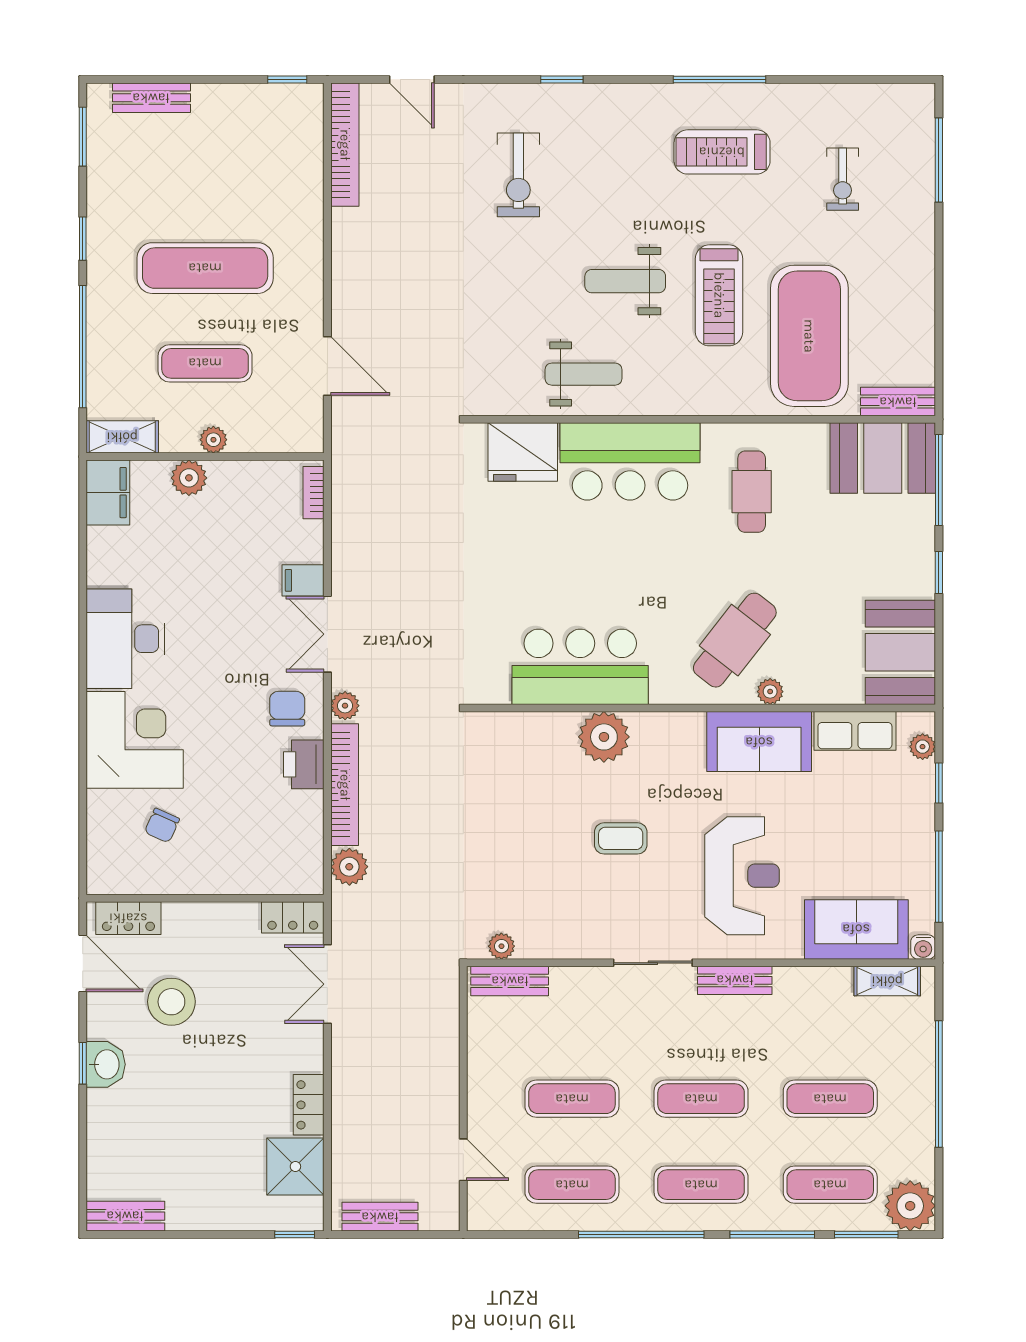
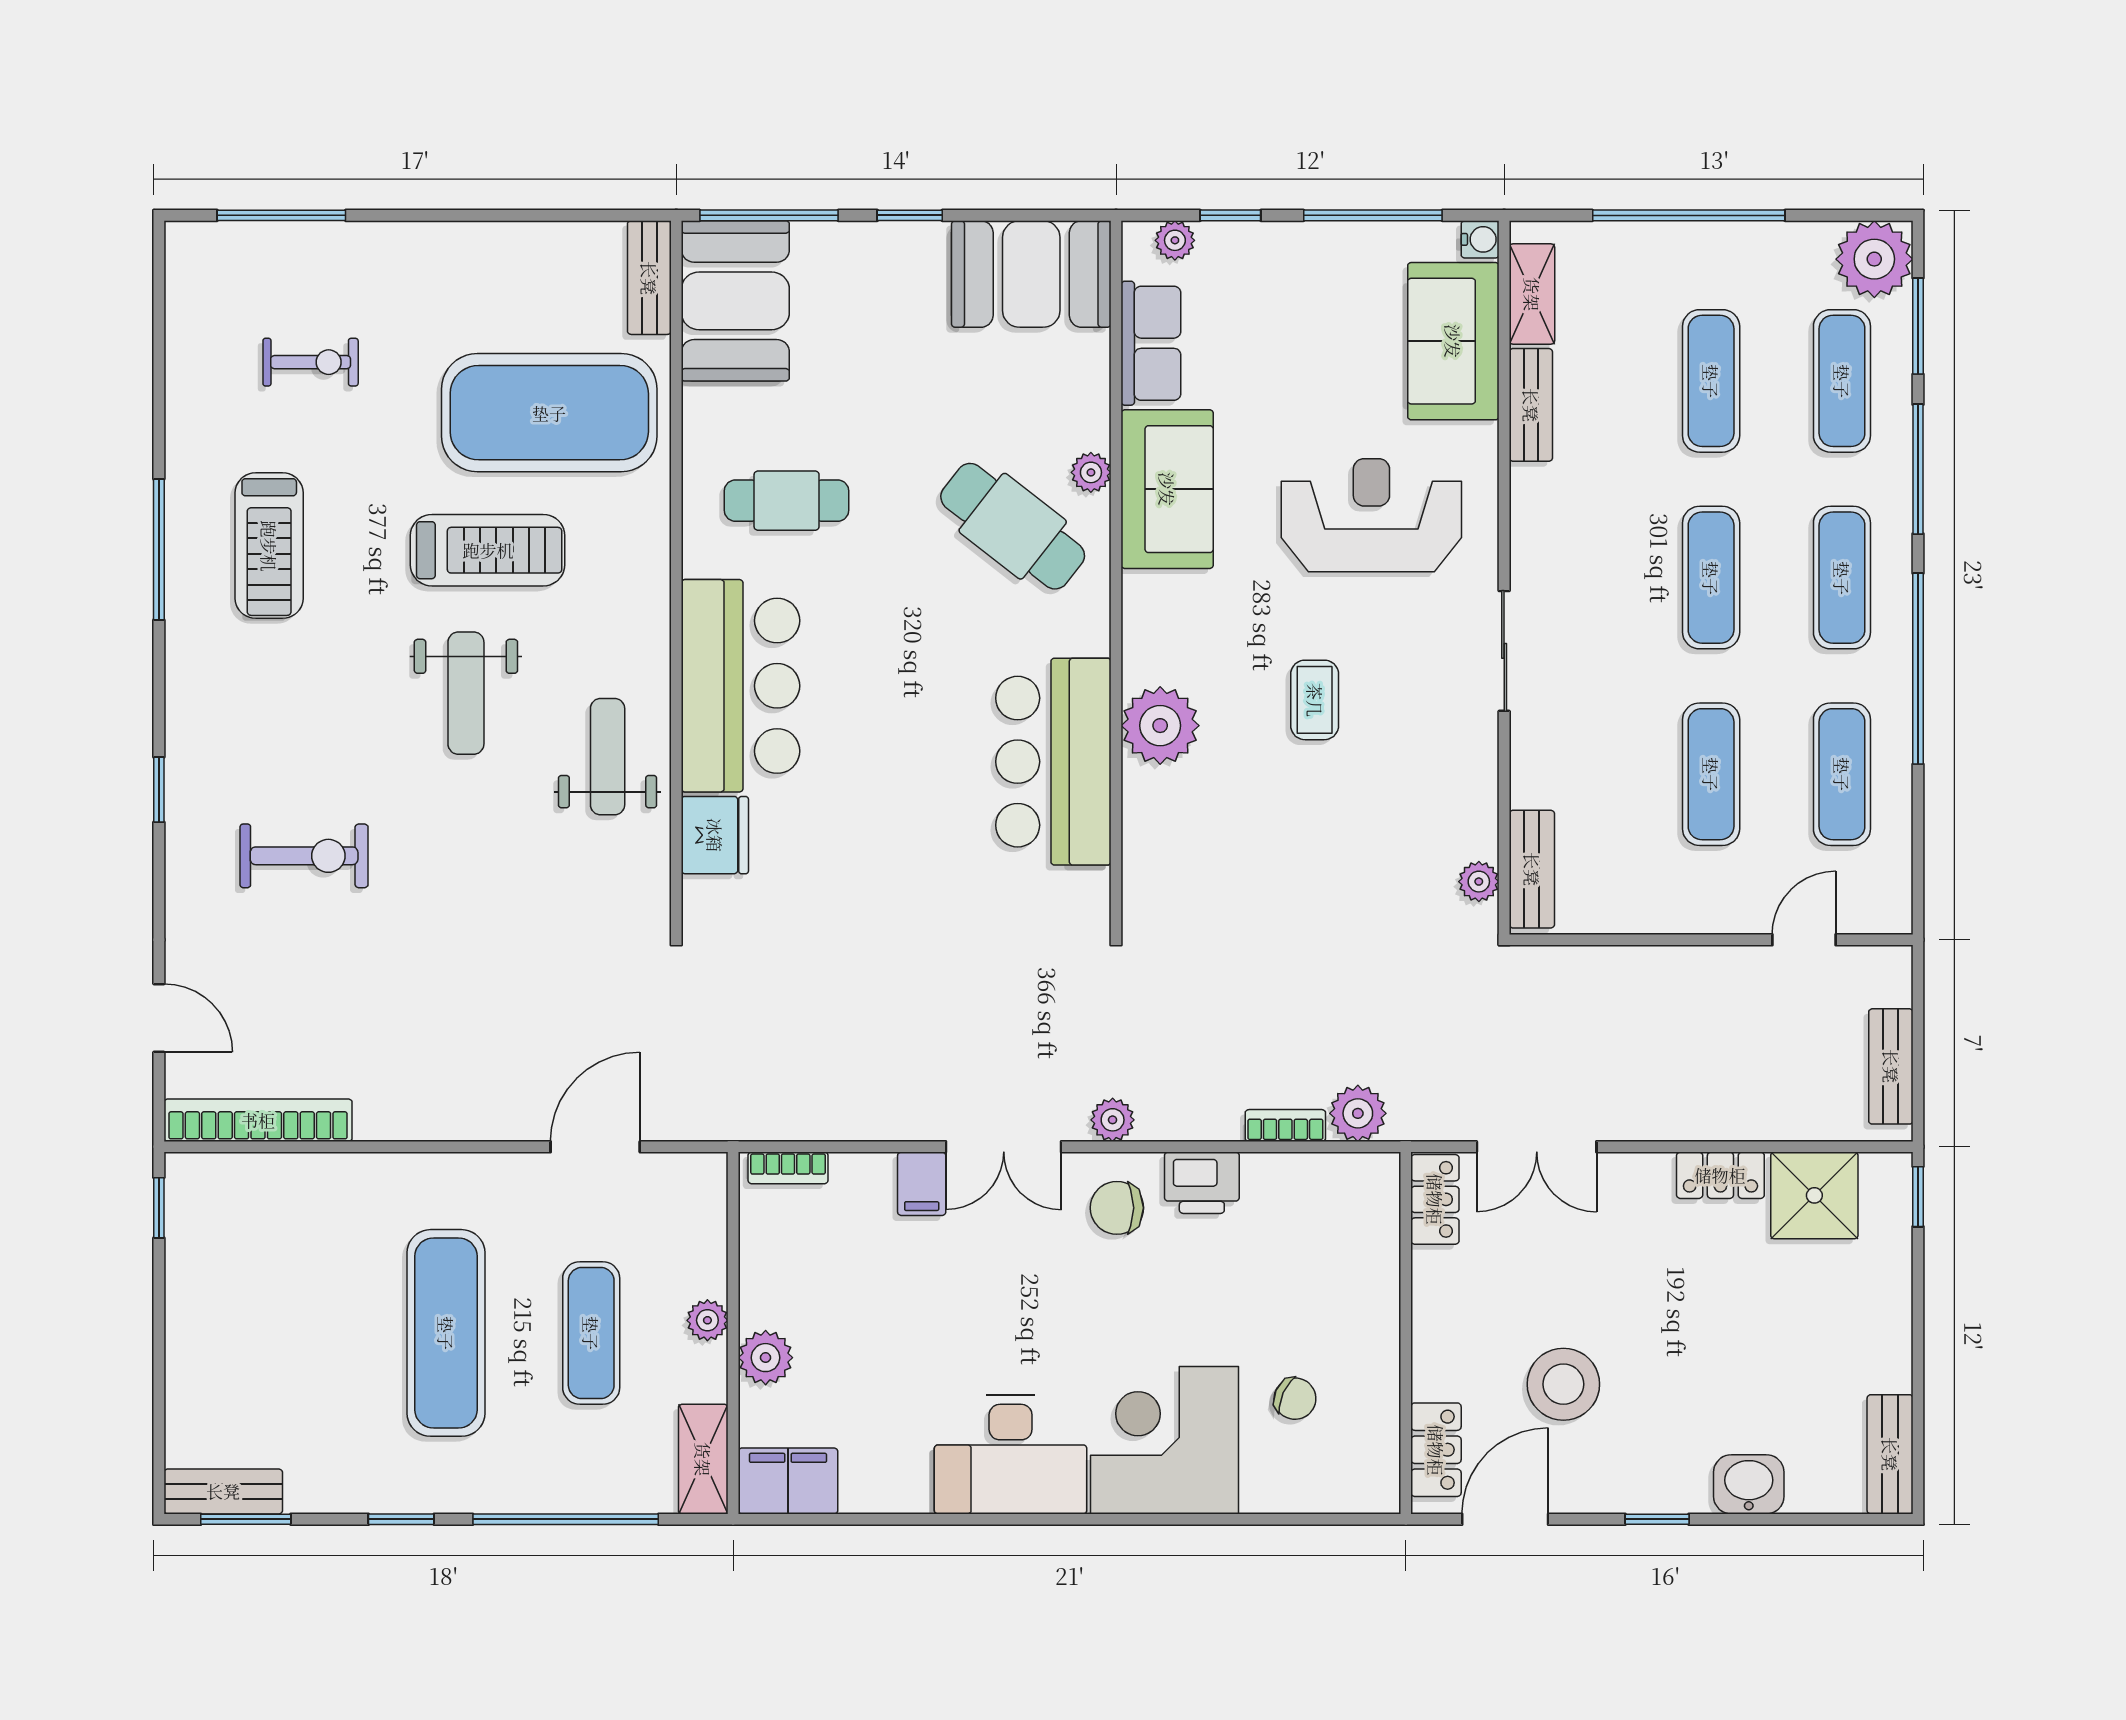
door: (412, 79) -> (159, 1018), hinge flipped
bench: (151, 98) -> (223, 1491), moved, turned 90
fridge: (523, 452) -> (715, 835), width x0.73, depth x0.75
bookcase: (345, 785) -> (1285, 1125), width x0.43, depth x0.76
bench: (735, 980) -> (1531, 405), moved
washbasin: (106, 1064) -> (1749, 1484), moved

